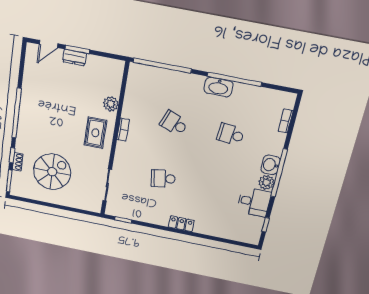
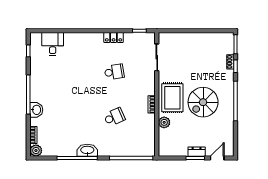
school desk: (174, 123) -> (114, 117), turned -45
rug: (95, 133) -> (172, 98), width x1.36, depth x1.43
school desk: (231, 134) -> (71, 117), removed
washbasin: (270, 165) -> (36, 110), moved
spiral stairs: (52, 172) -> (203, 102), moved
plant: (266, 182) -> (36, 151), moved
desk: (254, 202) -> (53, 44), moved, turned 90
locker: (181, 224) -> (114, 38), moved

